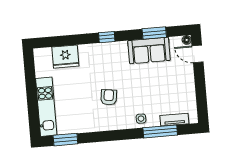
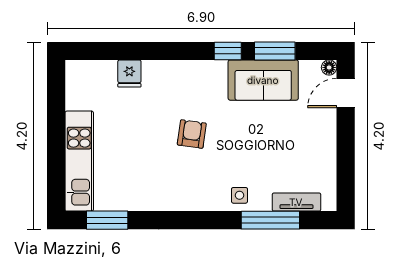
window: (107, 37) -> (228, 51), moved
door: (198, 54) -> (346, 93), hinge flipped
fridge: (65, 57) -> (129, 74), width x0.53, depth x0.75
armchair: (109, 97) -> (192, 134), moved

